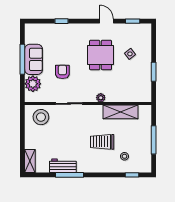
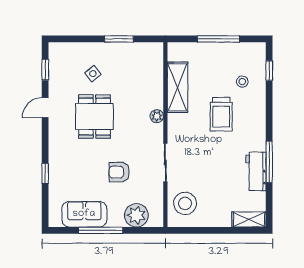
dining table: (101, 55) -> (94, 117), turned 90
sofa: (34, 59) -> (84, 214), moved

